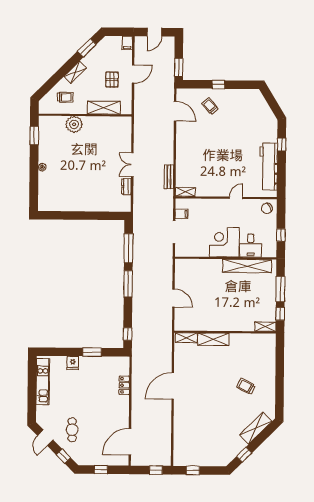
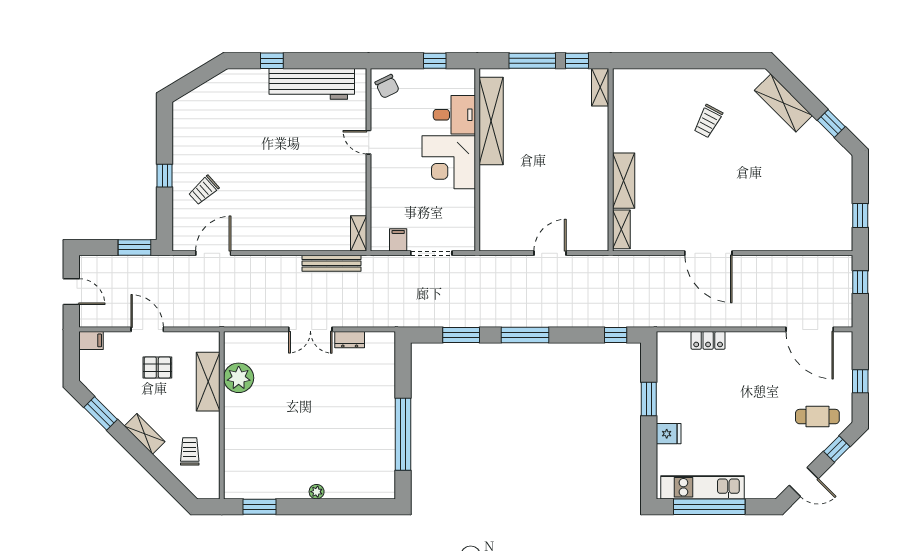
plant: (74, 124) -> (239, 378), moved
bench: (169, 177) -> (331, 263), width x1.36
window: (74, 215) -> (403, 434), added
window: (128, 248) -> (461, 335), width x0.69
window: (32, 385) -> (709, 507), added
cafe table: (72, 430) -> (817, 417), moved

